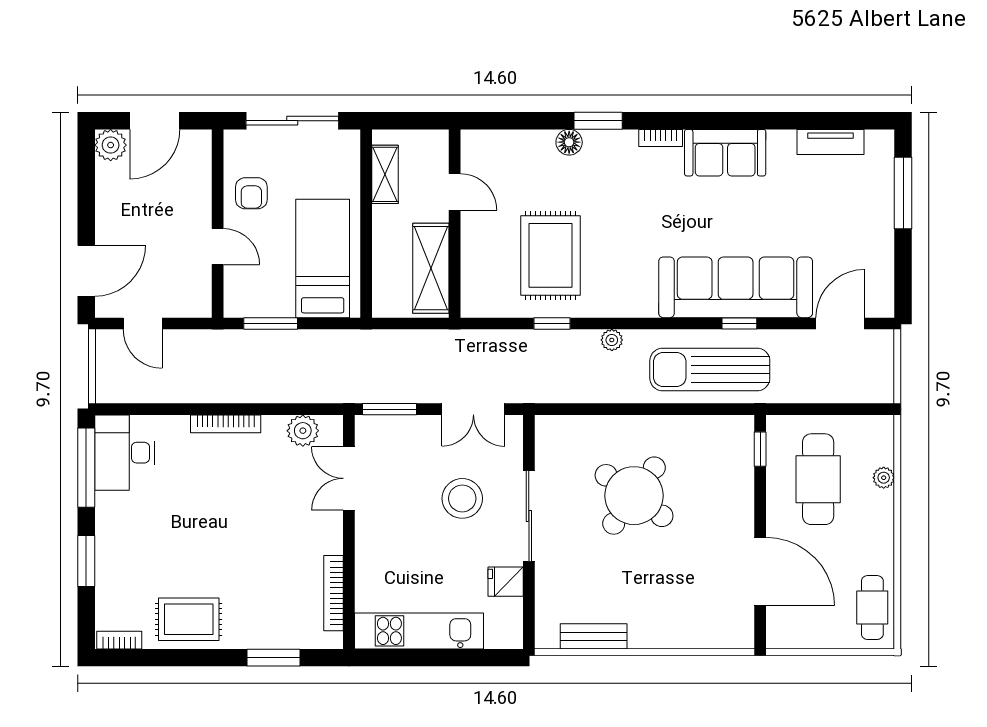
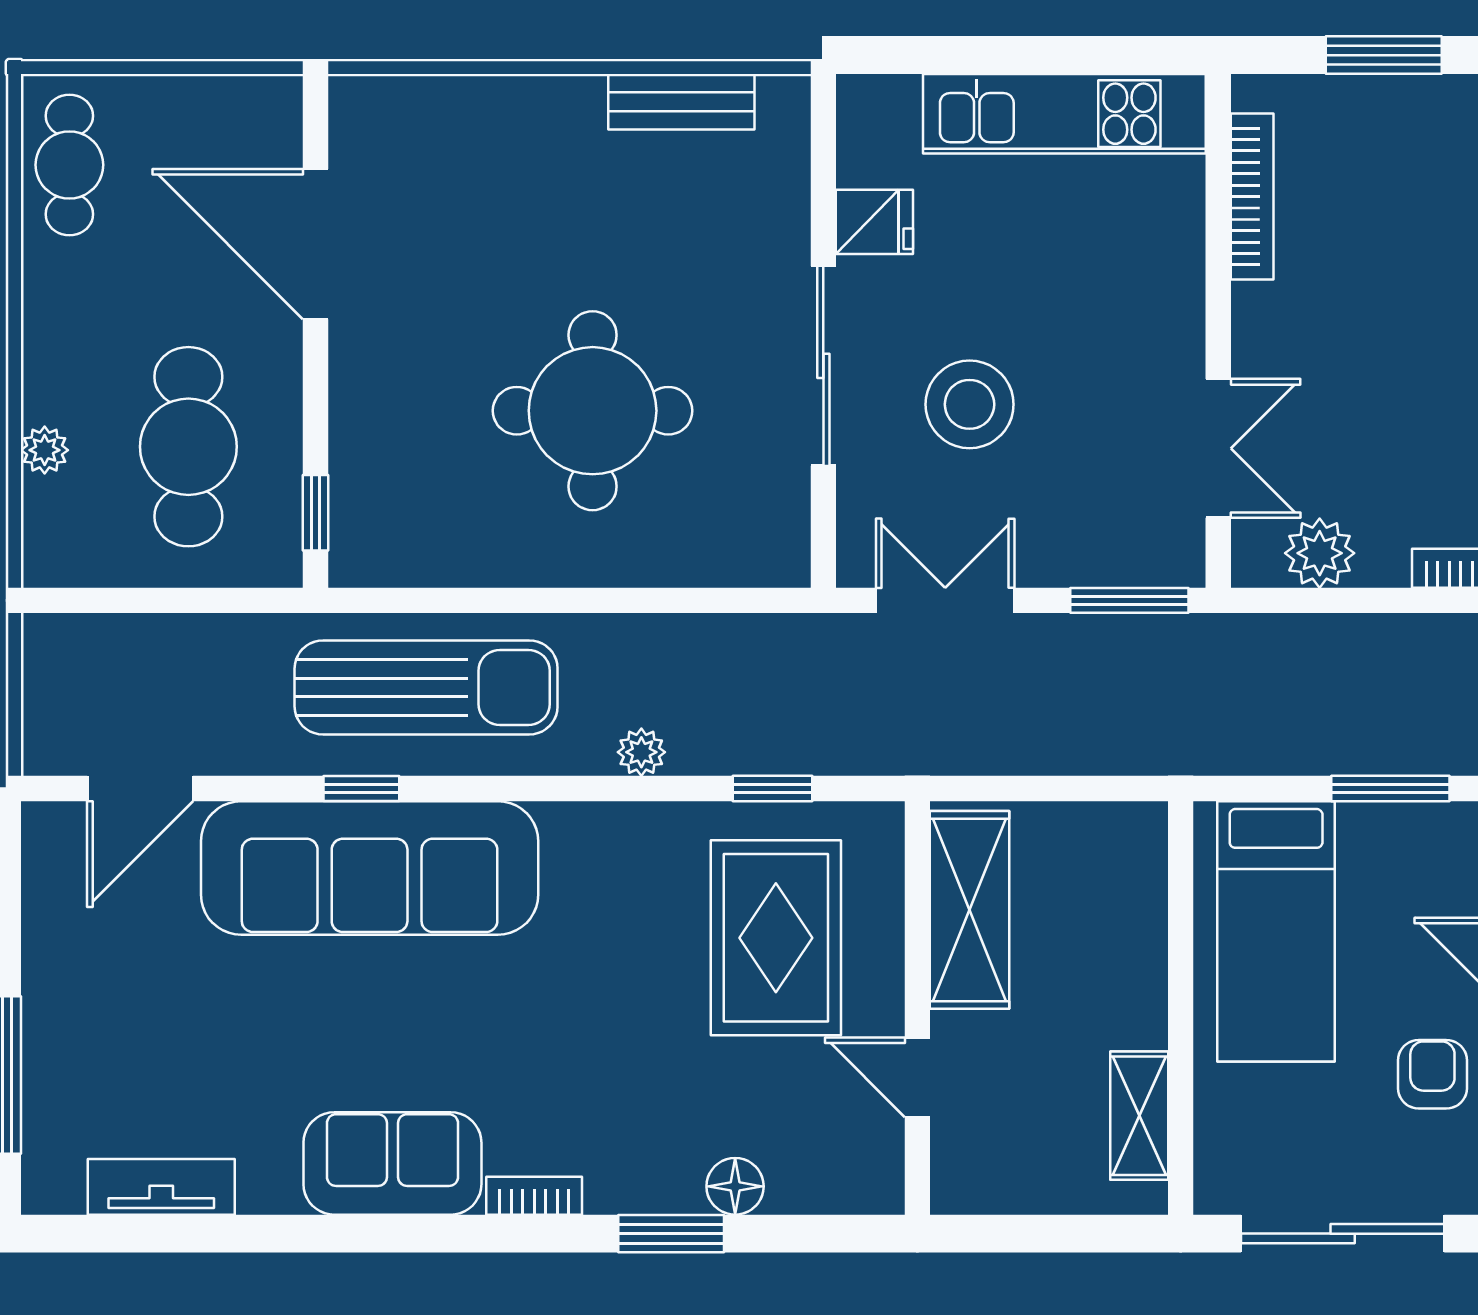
door: (455, 192) -> (917, 1077), moved
wall: (455, 224) -> (917, 1008), moved
shelving: (431, 268) -> (969, 910), moved
round table: (634, 496) -> (593, 411), turned -36

